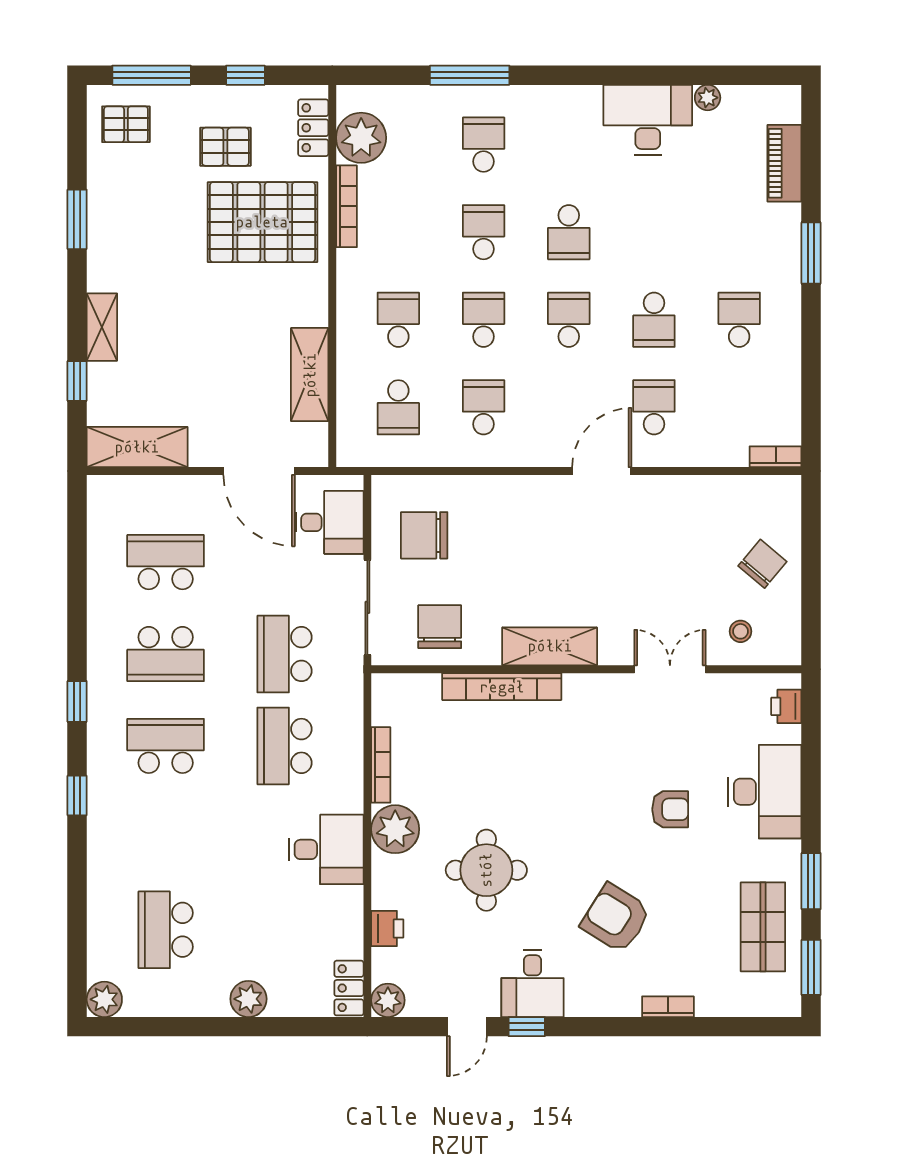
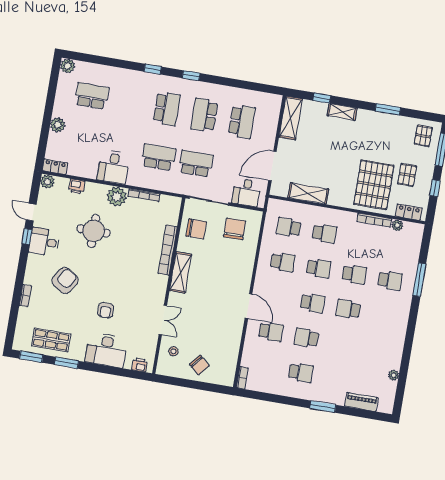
desk: (648, 120) -> (389, 349), removed
plant: (361, 138) -> (397, 225), width x0.53, depth x0.53

